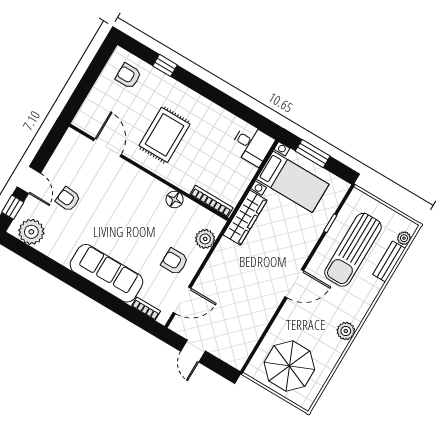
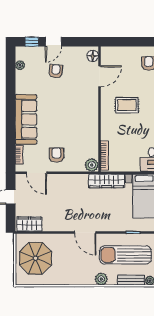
rug: (165, 135) -> (127, 105), width x0.73, depth x0.70
floor lamp: (175, 199) -> (93, 56), moved
plant: (31, 232) -> (20, 65), width x0.53, depth x0.53
plant: (205, 239) -> (92, 165), moved
plant: (346, 331) -> (101, 279), moved
wardrobe: (242, 348) -> (29, 224), added

